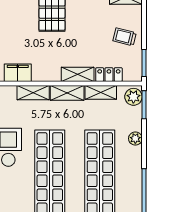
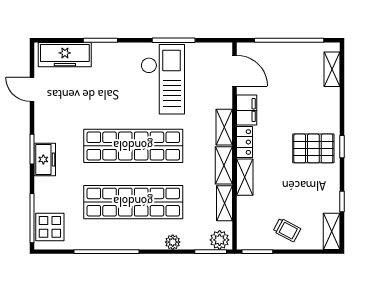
trolley: (125, 37) -> (287, 230), turned 104
locker: (109, 75) -> (244, 142), moved

